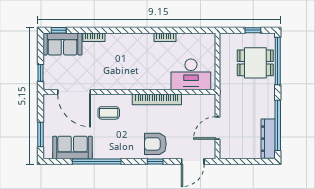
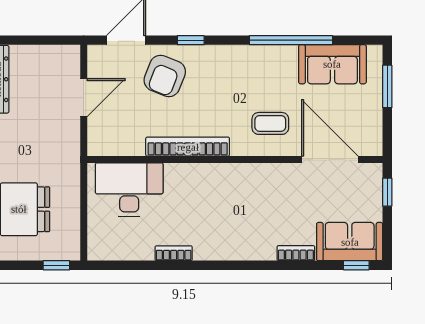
window: (253, 30) -> (56, 265), moved
armchair: (155, 144) -> (165, 76), moved, turned 112

